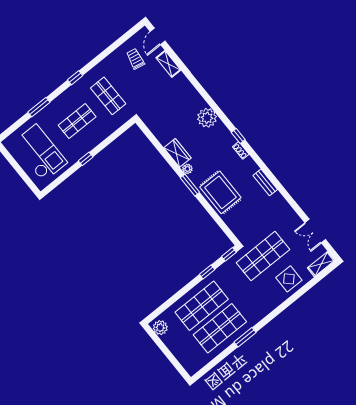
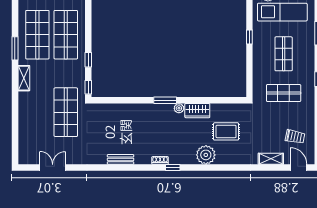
rug: (220, 192) -> (226, 131), moved, width x0.73, depth x0.70
shelving: (321, 264) -> (24, 78), moved
display table: (289, 279) -> (32, 118), removed

